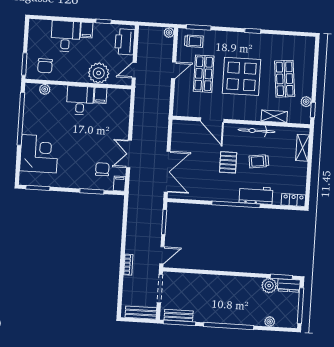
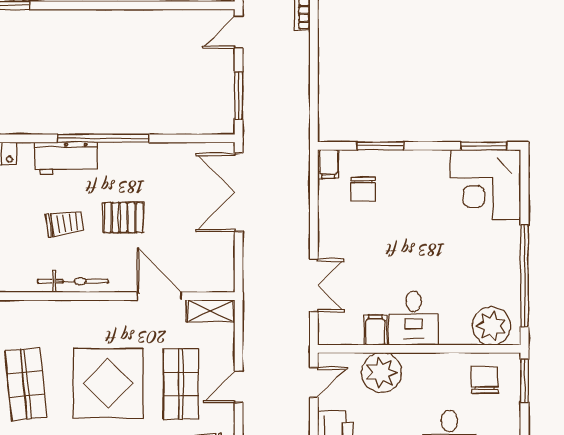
plant: (45, 89) -> (491, 326), width x1.88, depth x1.88
shelving: (274, 116) -> (211, 311), moved
corner desk: (39, 154) -> (486, 185), moved
double door: (129, 154) -> (314, 285), moved
pallet: (228, 162) -> (124, 218), turned 90

